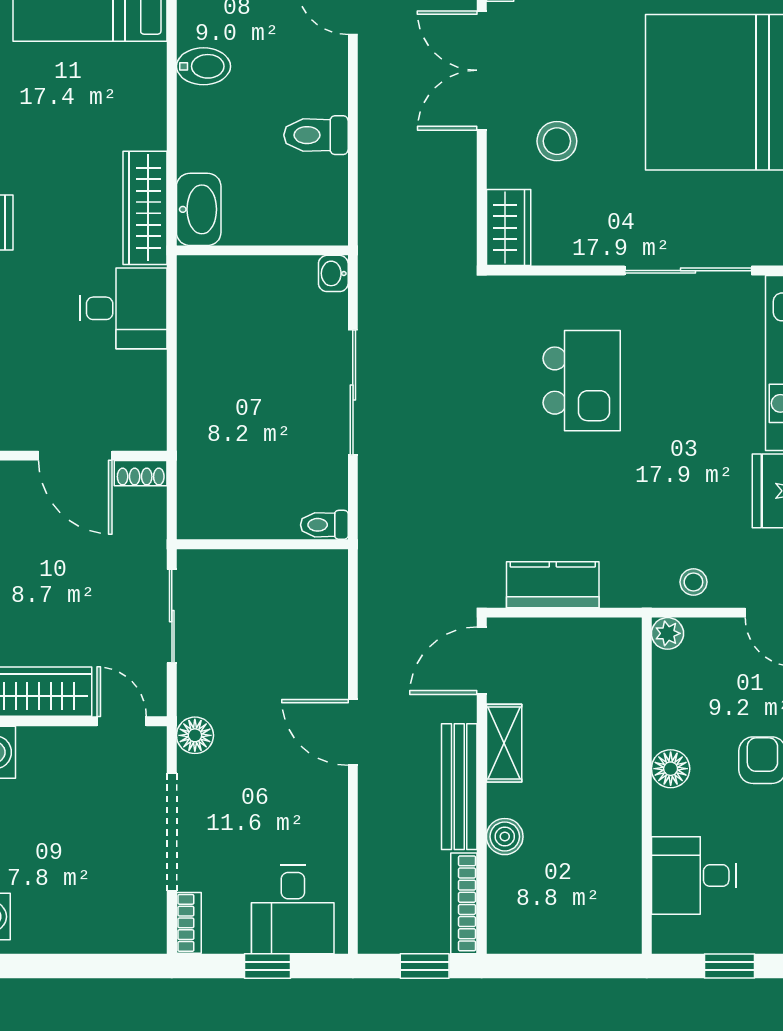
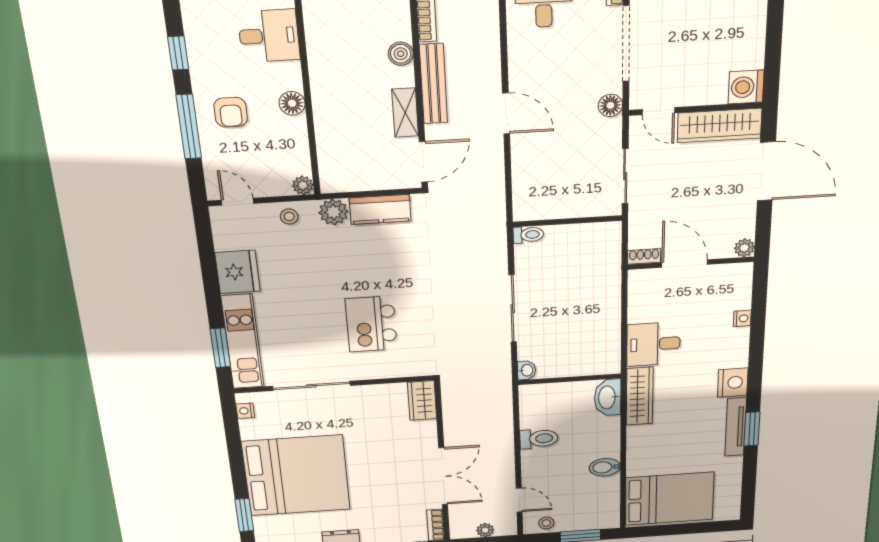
stool: (557, 141) -> (396, 445), removed
plant: (625, 585) -> (333, 212), added

